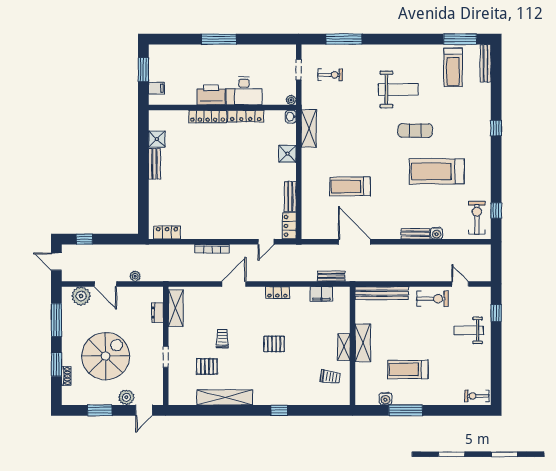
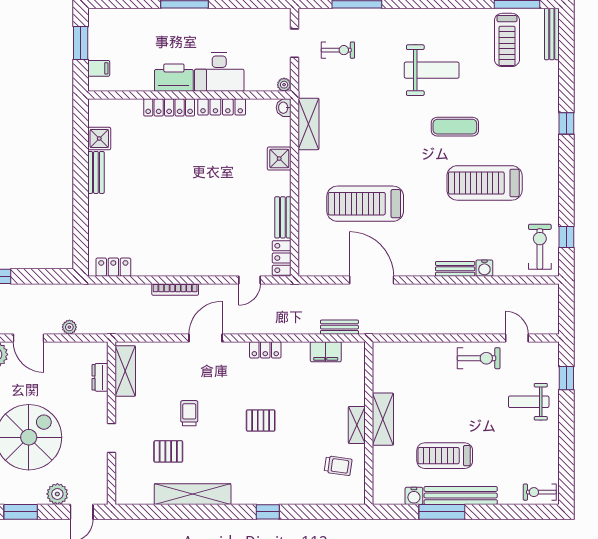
treadmill: (350, 186) -> (365, 204), width x1.37, depth x1.38
bench: (382, 293) -> (461, 496), moved

